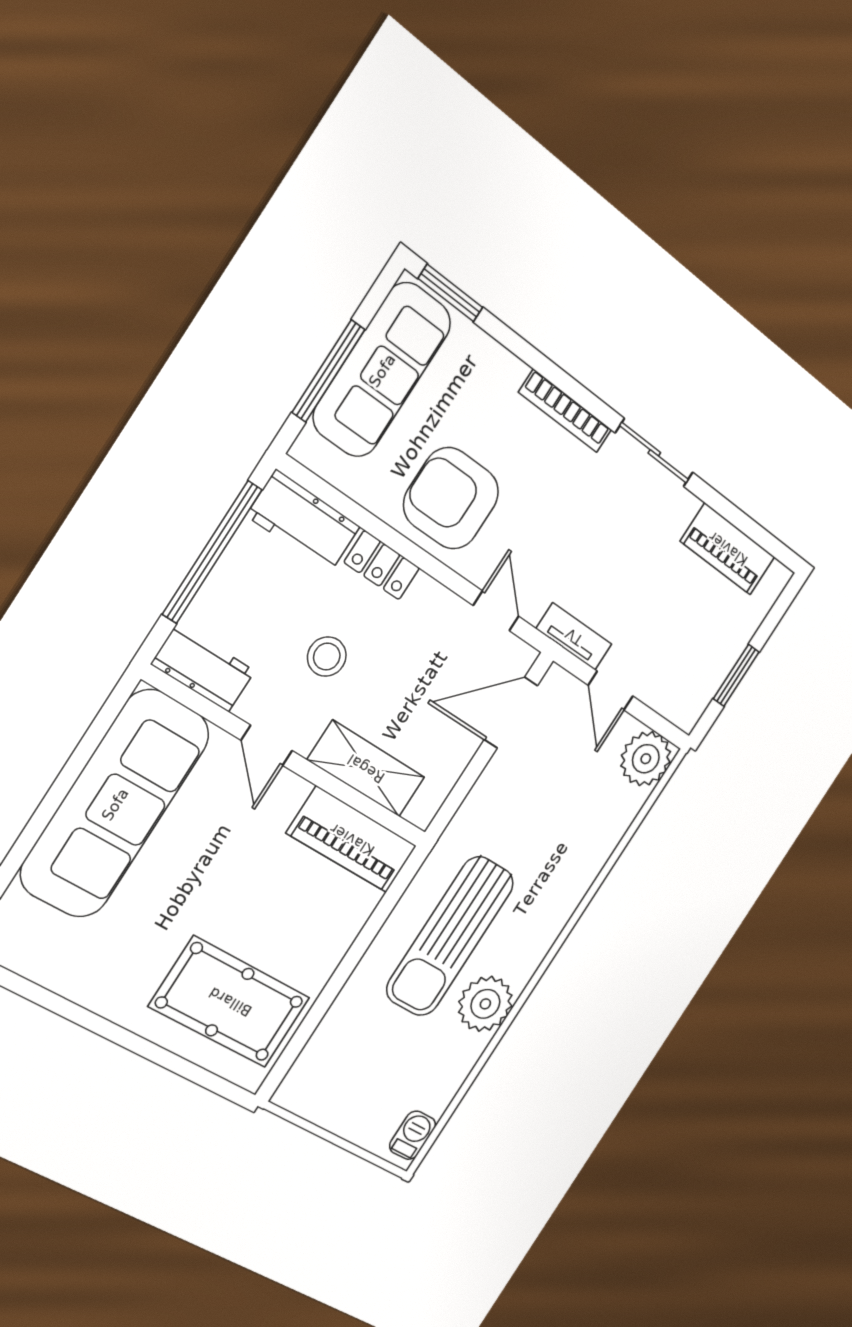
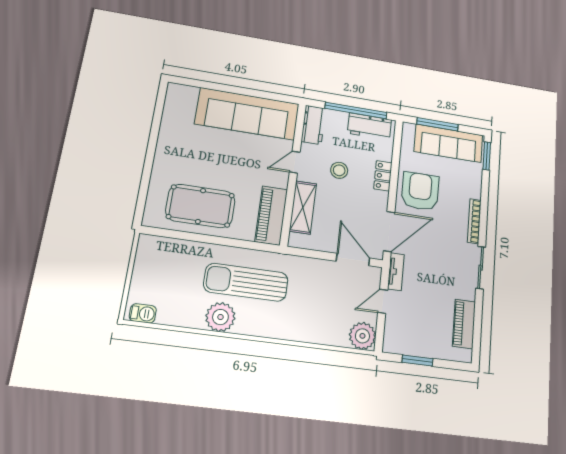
workbench: (303, 521) -> (369, 126), moved, turned -90
door: (496, 611) -> (389, 231), width x1.87
pool table: (230, 1002) -> (200, 206), moved, turned 90

